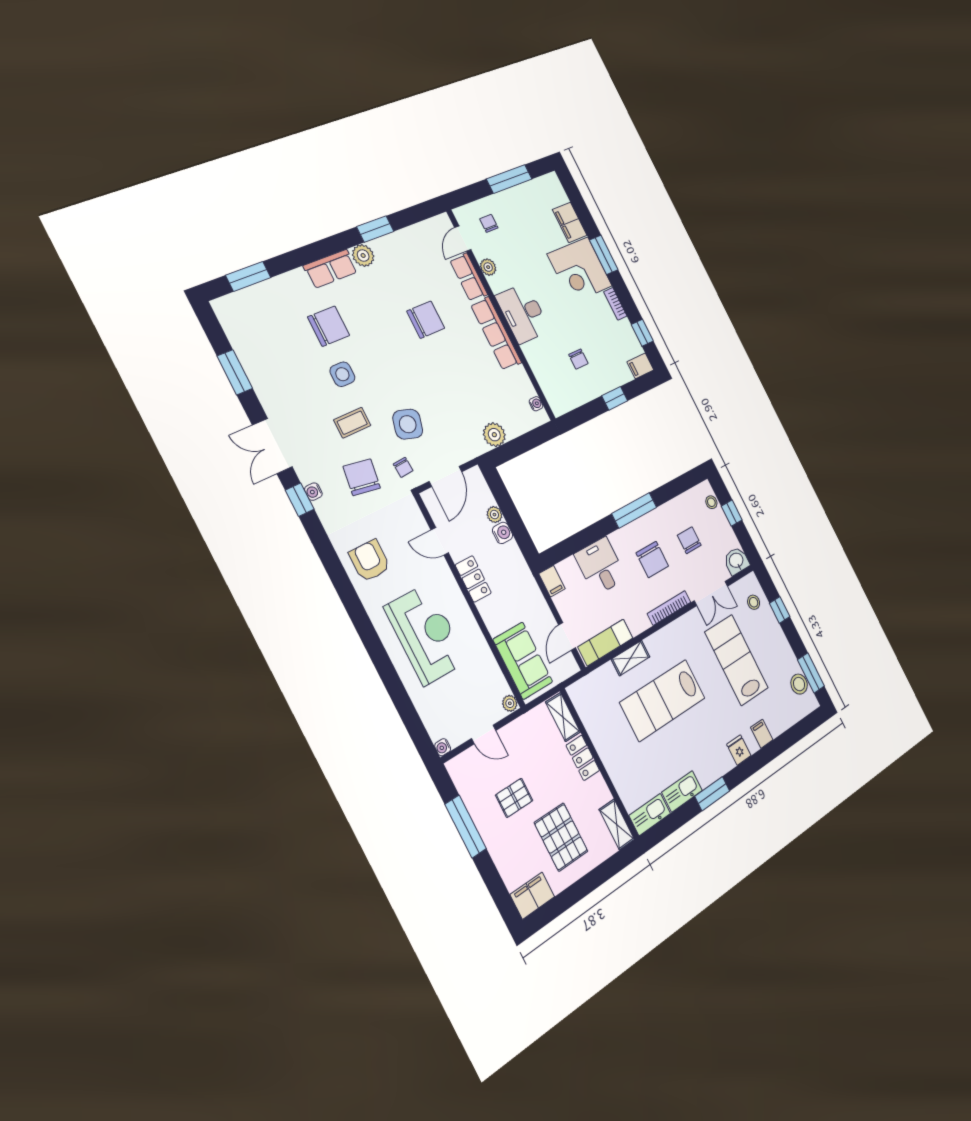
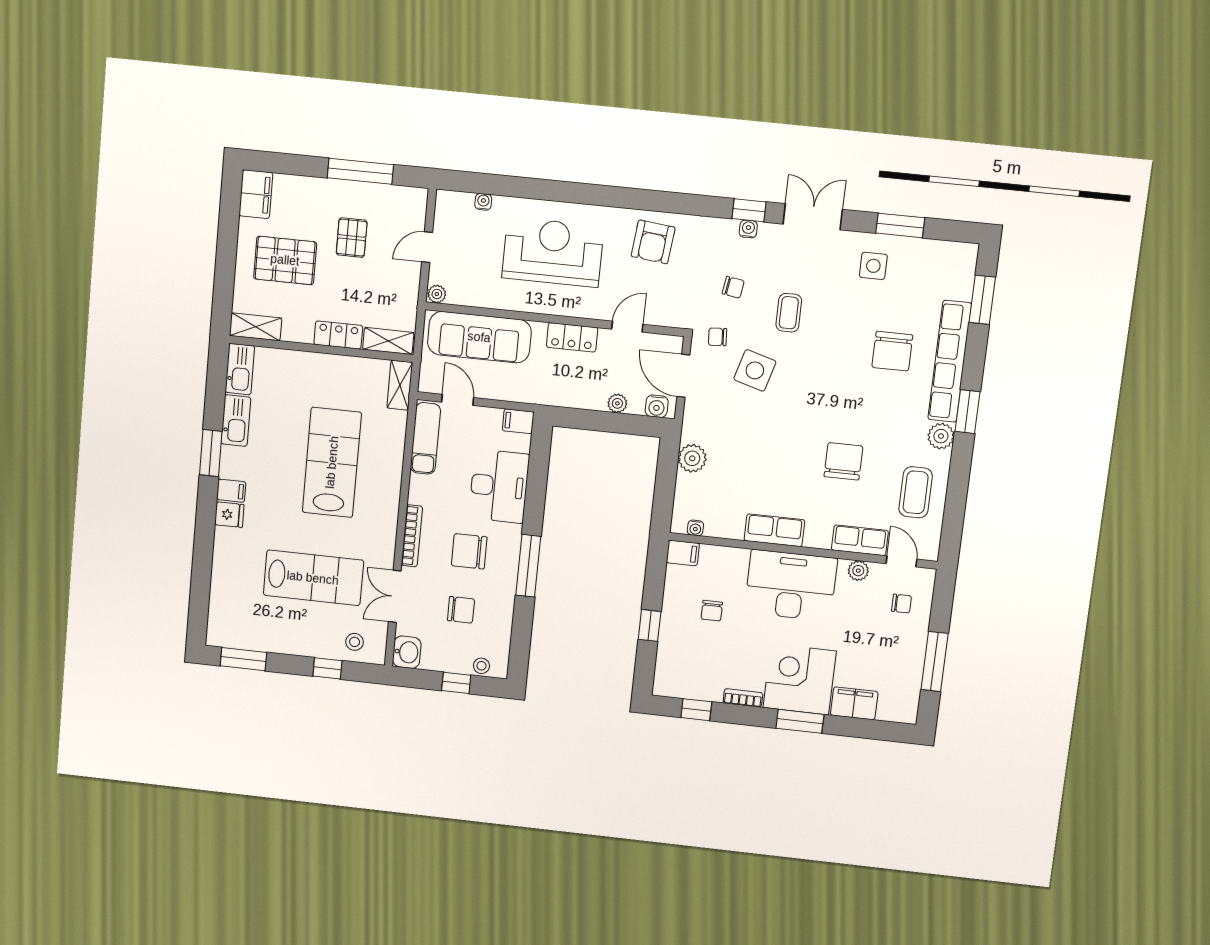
window: (375, 229) -> (968, 412), moved
coffee table: (412, 254) -> (916, 492), added
row of seats: (331, 269) -> (950, 361), width x2.02
desk: (523, 313) -> (791, 585), width x1.36, depth x1.30
chair: (426, 320) -> (843, 461), turned 180
row of seats: (496, 334) -> (774, 530), width x0.68
chair: (578, 359) -> (712, 611), turned -90
filing cabinet: (640, 366) -> (683, 553), moved, turned 90
side table: (342, 374) -> (873, 266), moved
chair: (362, 477) -> (733, 287), width x0.54, depth x0.54
water cooler: (503, 533) -> (657, 406), moved
armchair: (370, 561) -> (653, 242), turned 96
desk: (600, 566) -> (499, 486), width x1.37
reception desk: (426, 634) -> (553, 252), turned 180
shelving: (631, 658) -> (400, 385), moved
sofa: (523, 661) -> (479, 337), width x1.36
stool: (799, 684) -> (243, 636), removed
filing cabinet: (762, 734) -> (231, 491), moved
water cooler: (443, 747) -> (483, 202), moved

